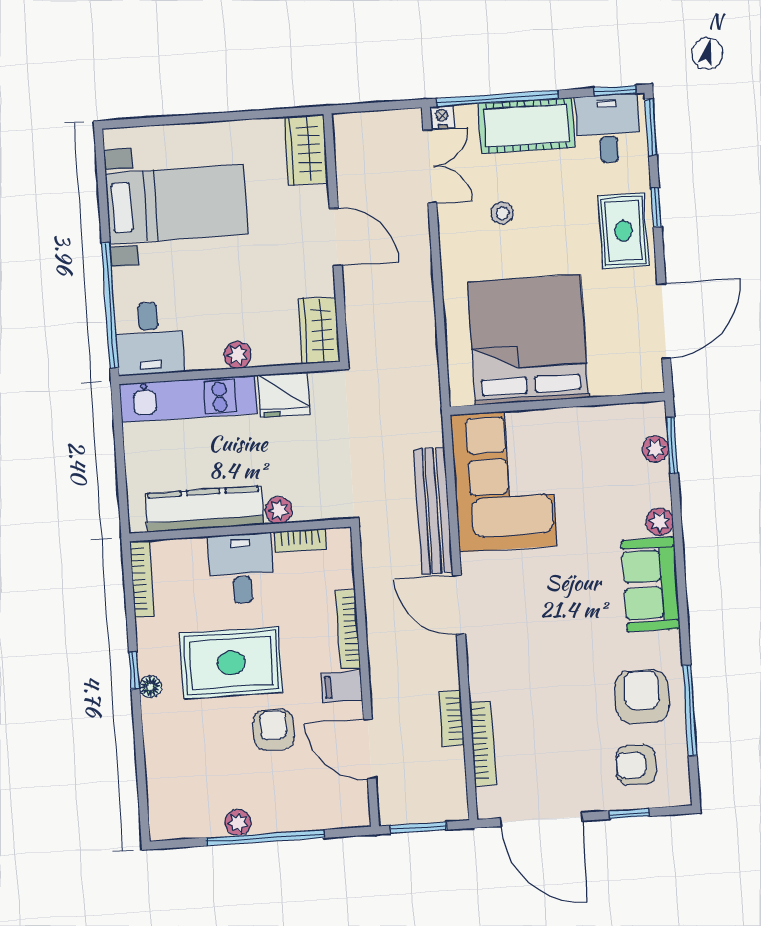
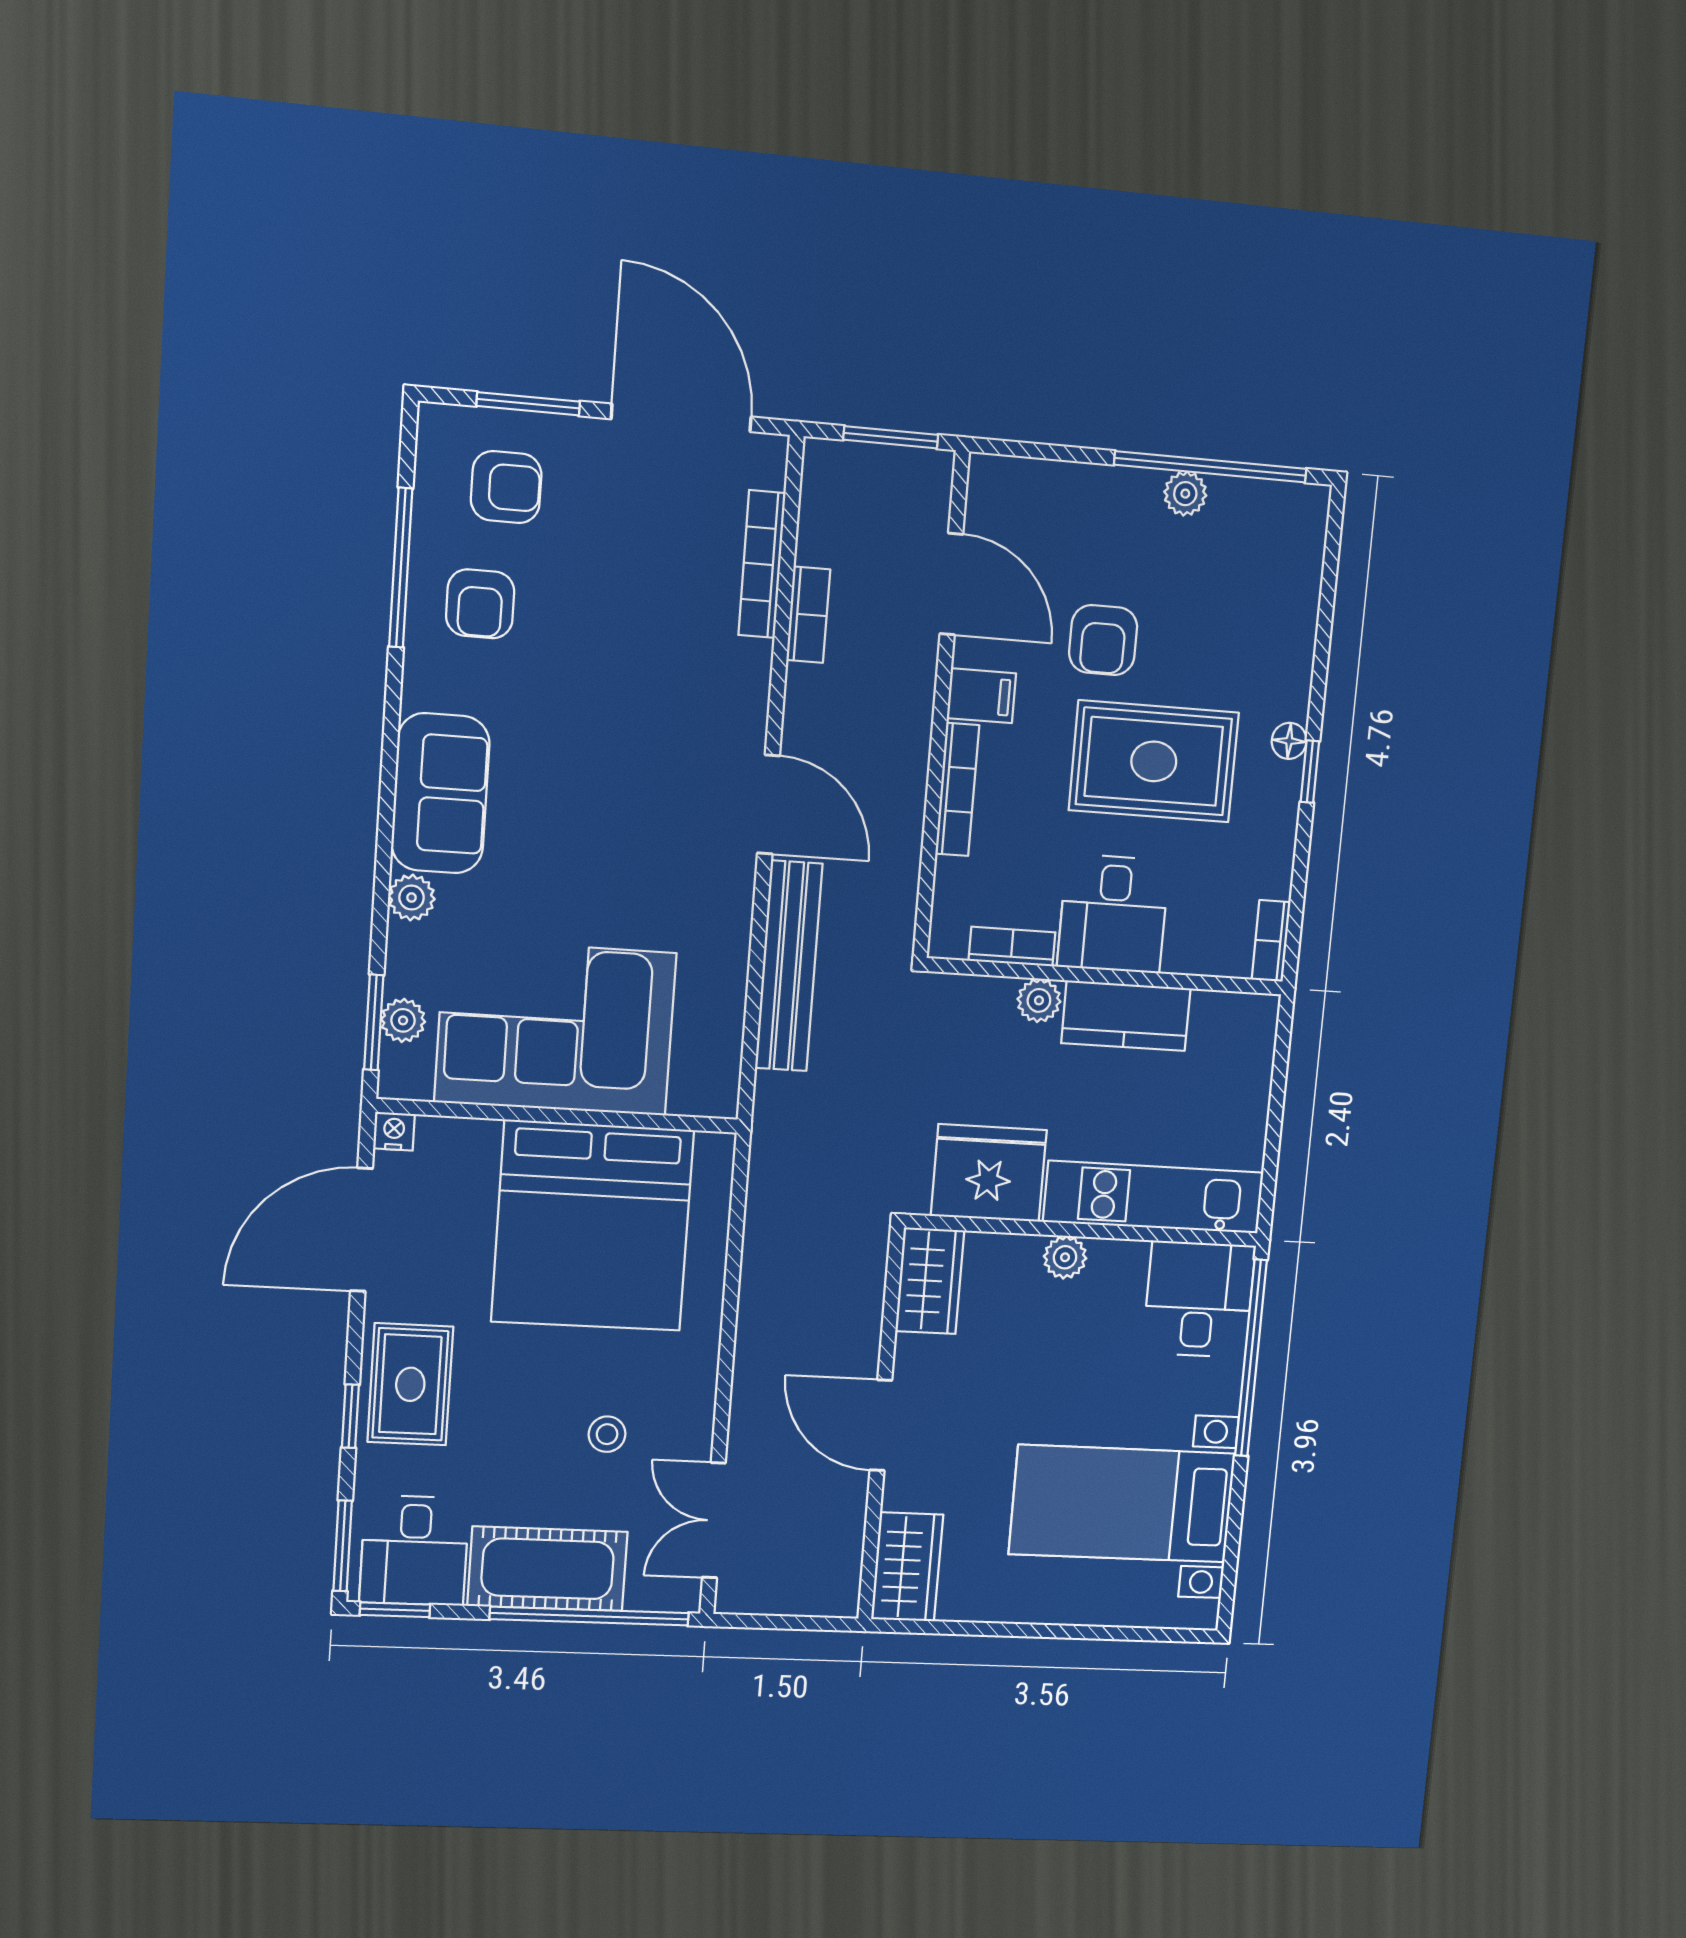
nightstand: (442, 117) -> (394, 1131), moved, turned 180
fridge: (284, 395) -> (989, 1173), width x1.36, depth x1.34
corner sofa: (504, 481) -> (556, 1027), moved, turned 90
kitchen counter: (204, 509) -> (1126, 1016), width x0.67
bookcase: (142, 579) -> (1271, 941), width x0.64
armchair: (642, 696) -> (480, 604), width x0.72, depth x0.72
window: (630, 814) -> (528, 404), width x1.50
window: (265, 838) -> (1211, 467), moved

